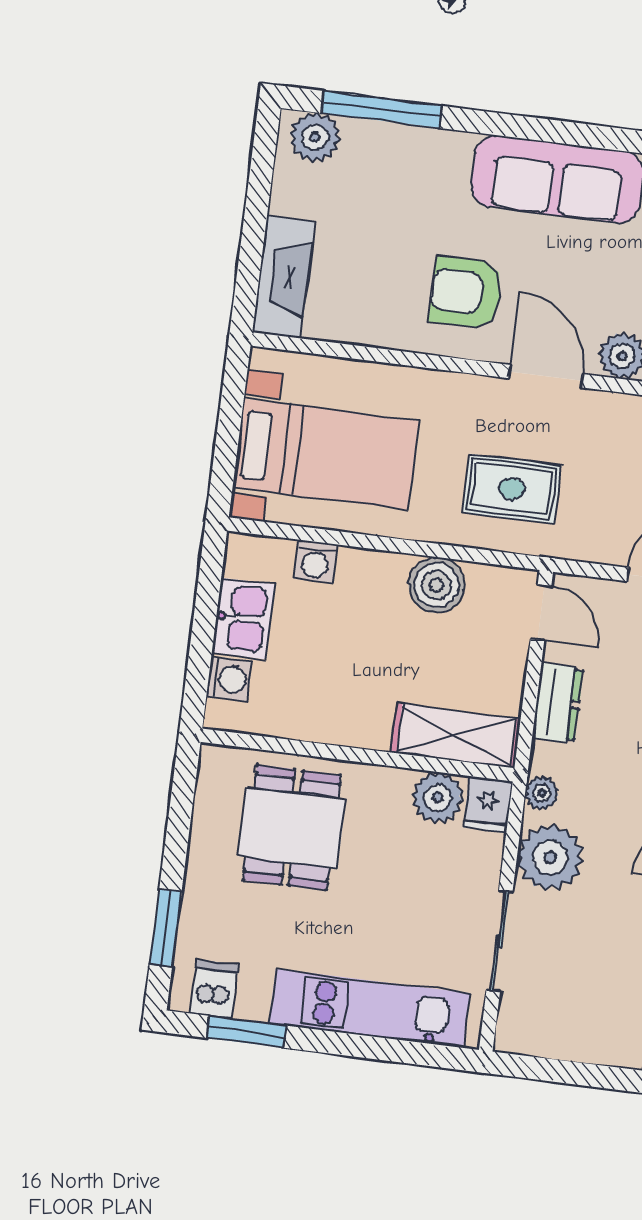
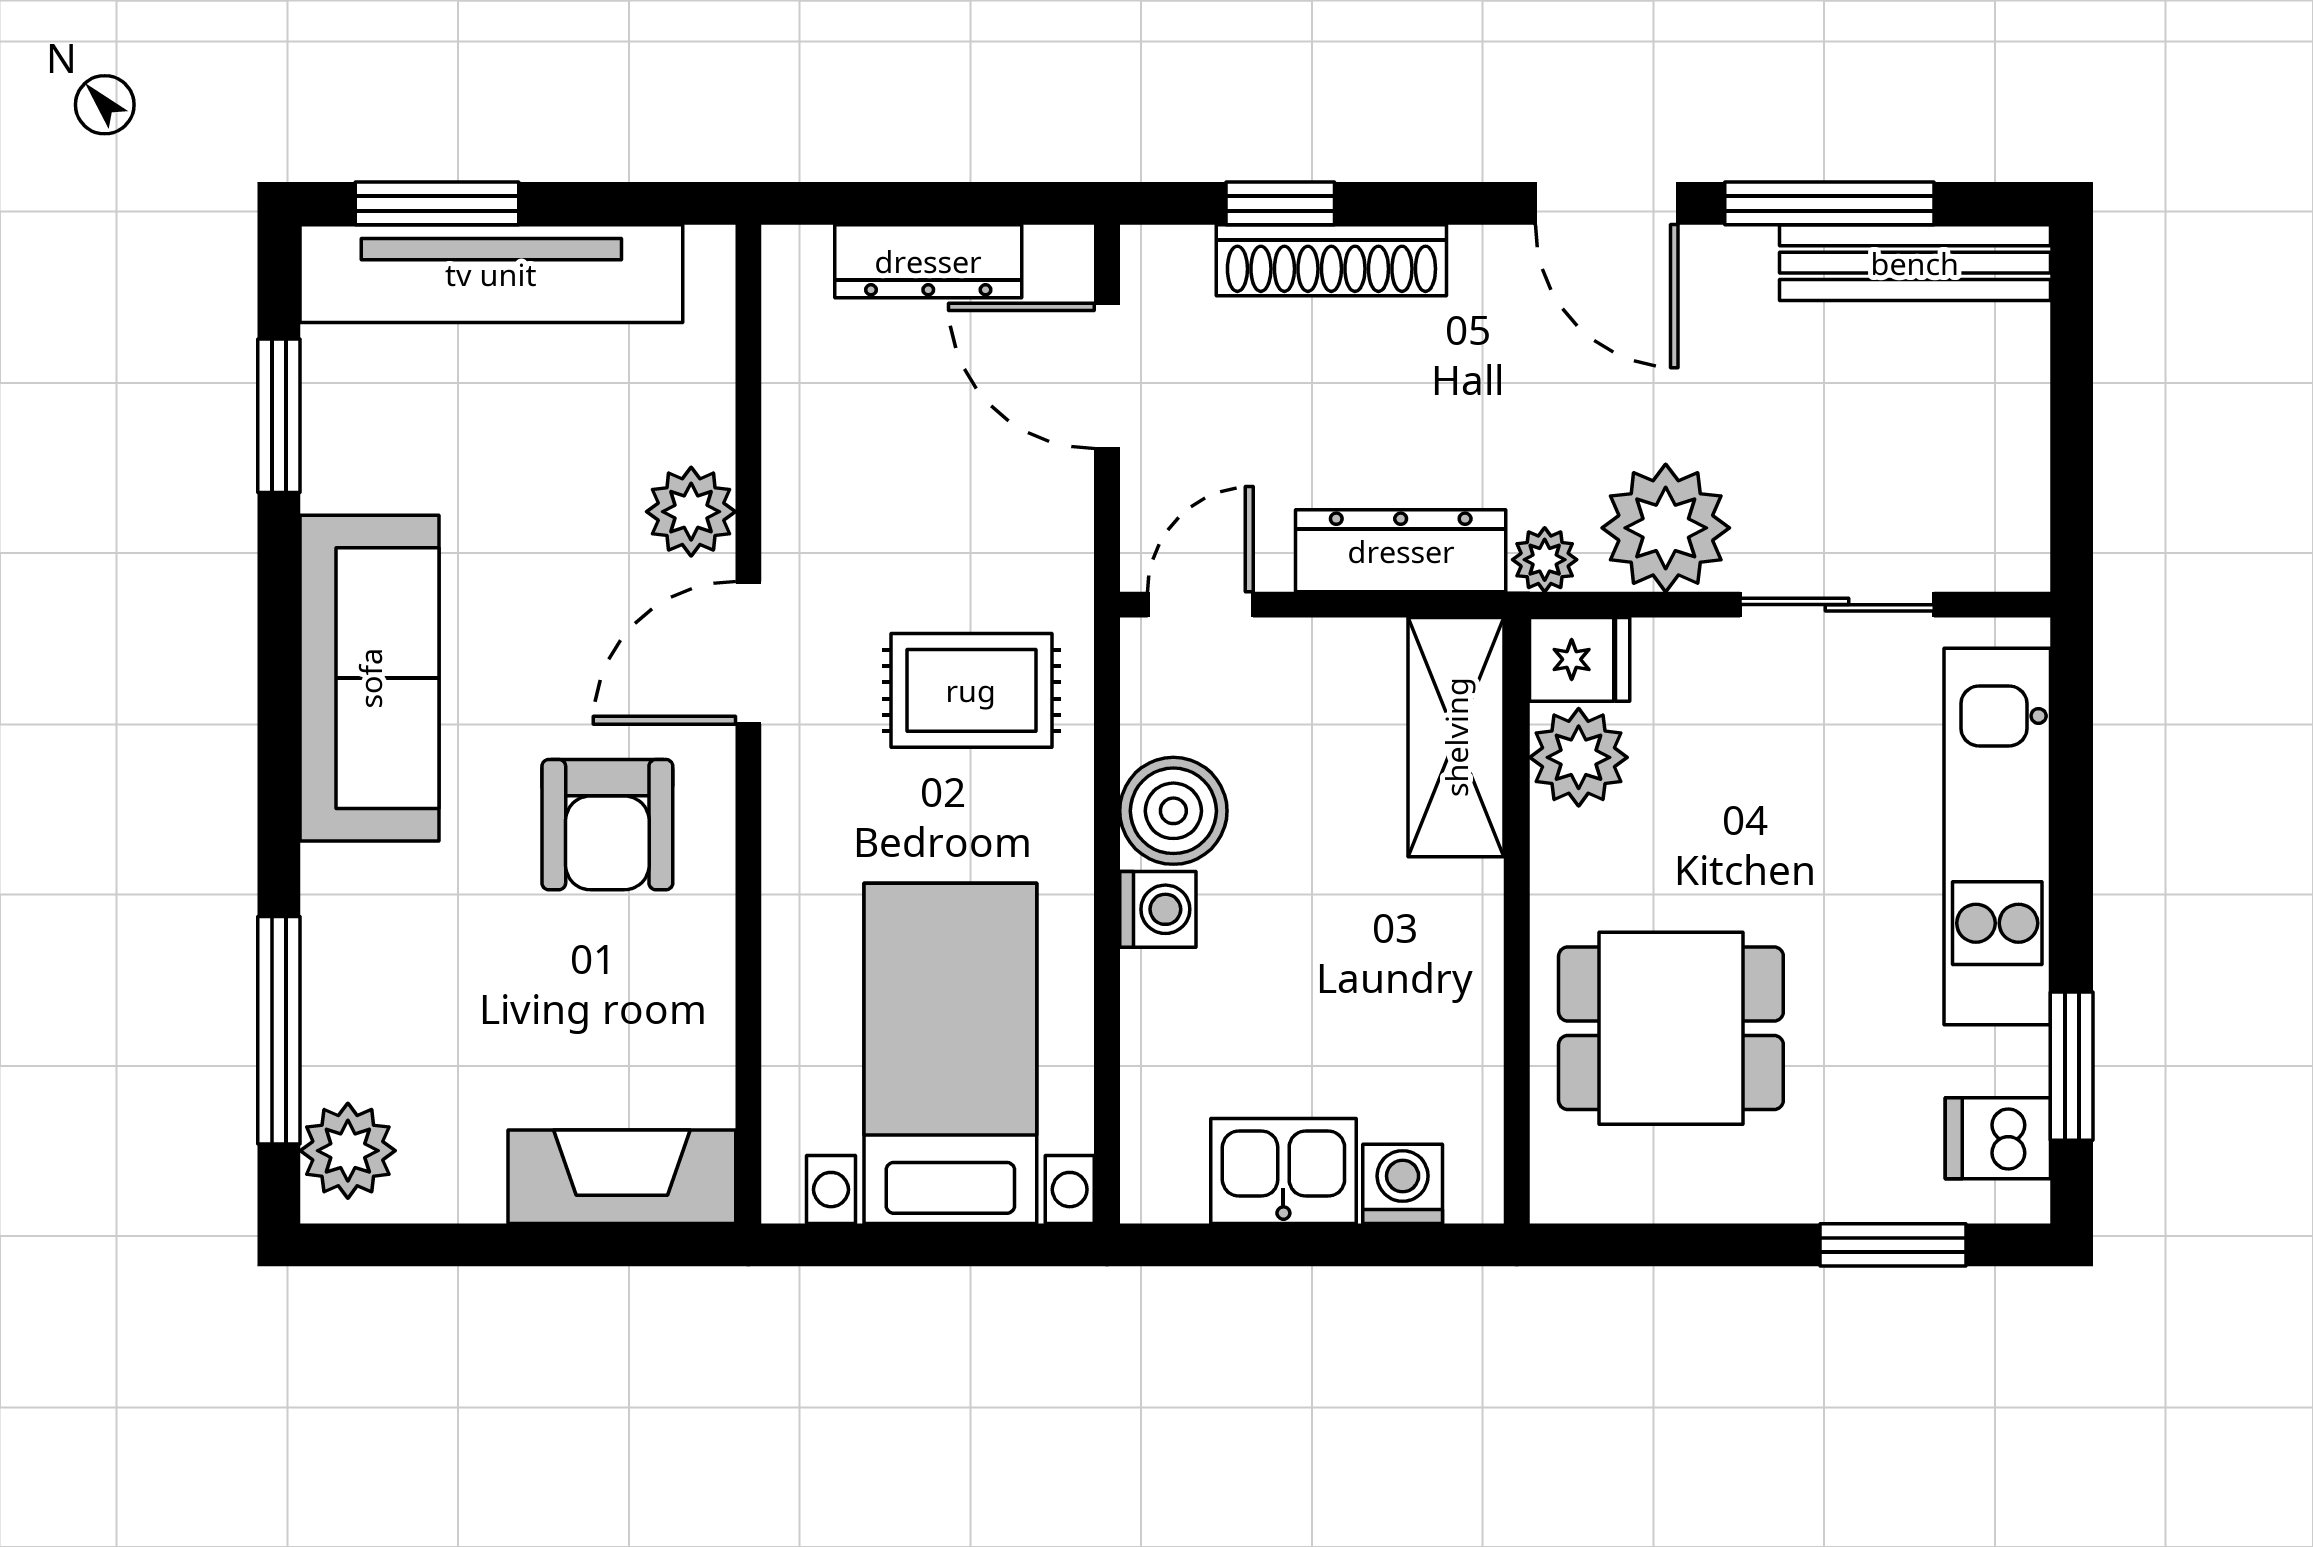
rug: (512, 489) -> (971, 690), turned 90
washing machine: (315, 562) -> (1158, 909), moved
dresser: (558, 703) -> (1401, 551), width x1.44

